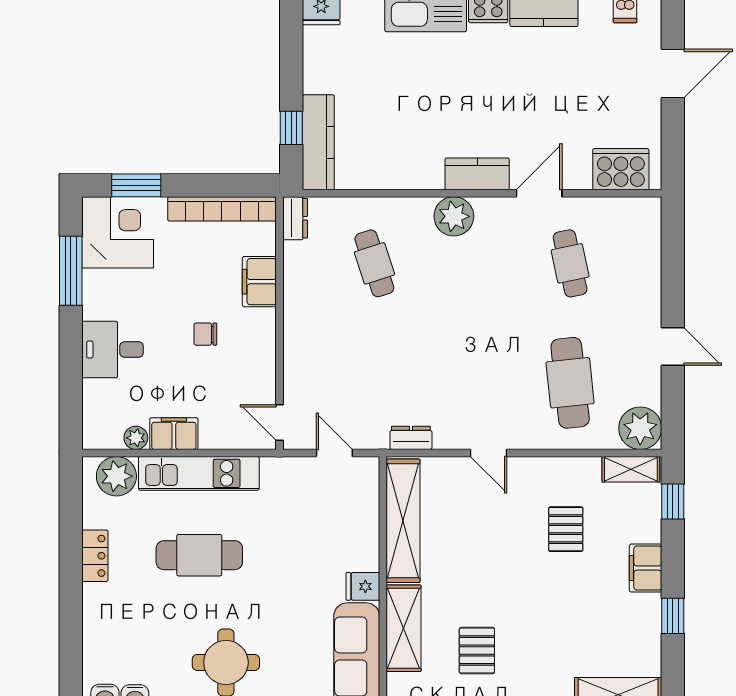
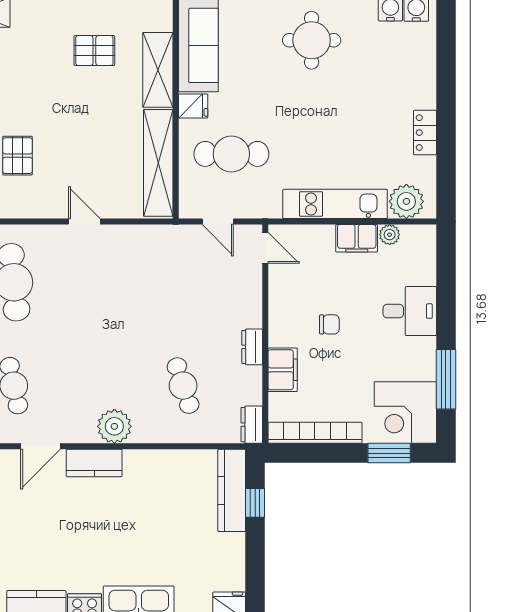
dresser: (411, 438) -> (252, 347), moved, turned 90
cafe table: (199, 555) -> (231, 154), moved
pallet: (477, 651) -> (94, 51), turned 90

